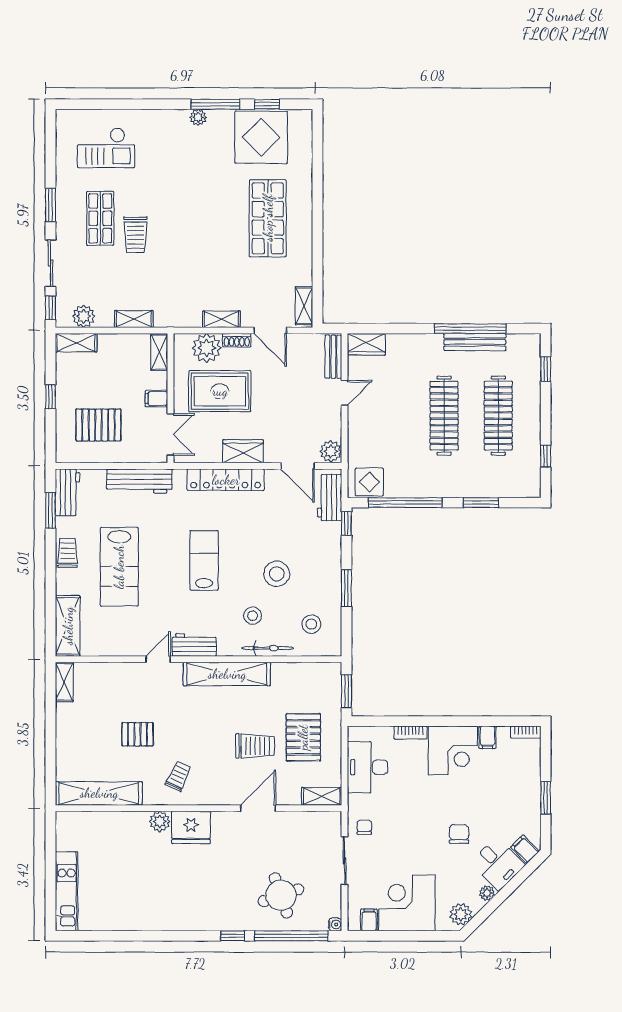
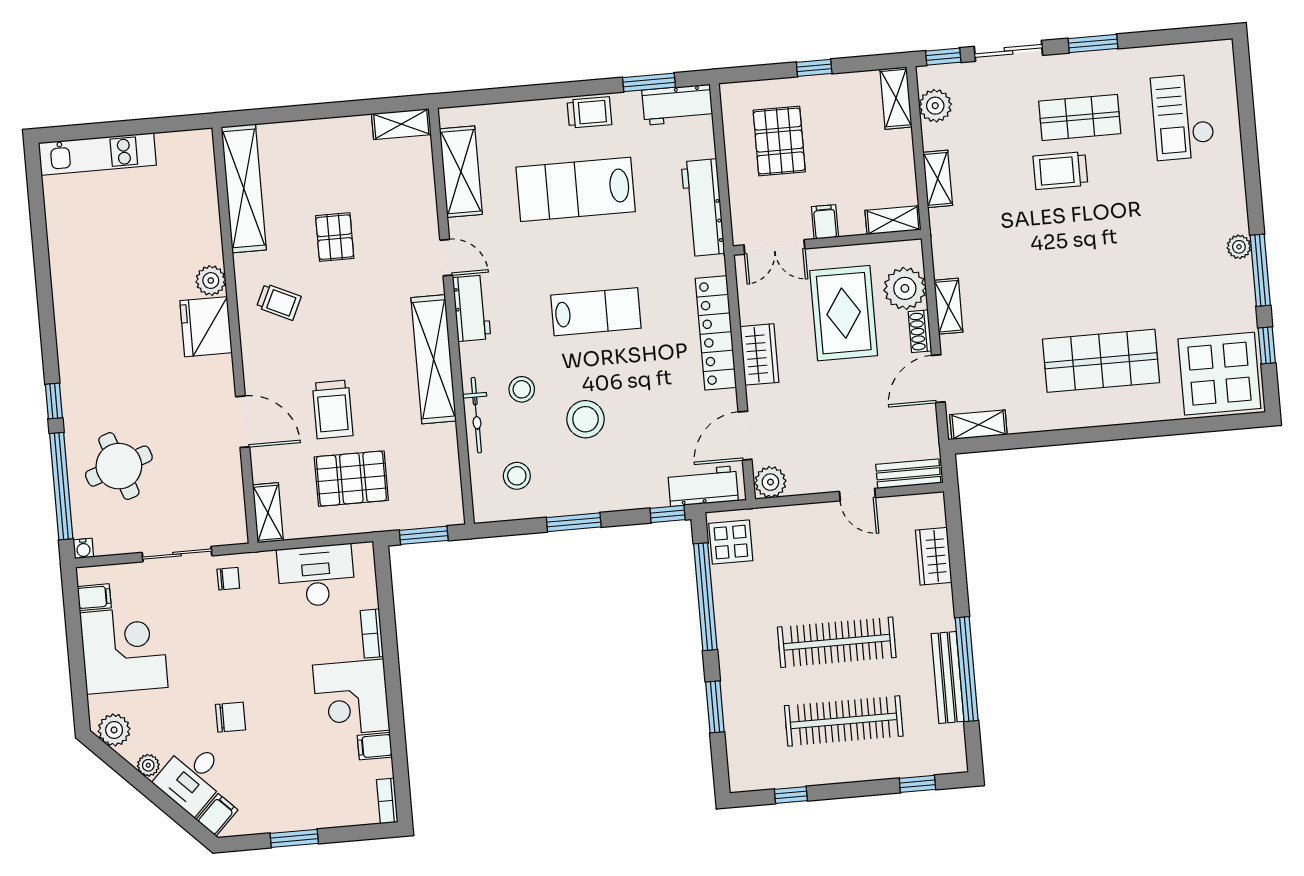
display table: (261, 137) -> (1219, 374), moved
wardrobe: (366, 344) -> (934, 556), moved
shelving: (68, 626) -> (461, 172), moved, turned 90

